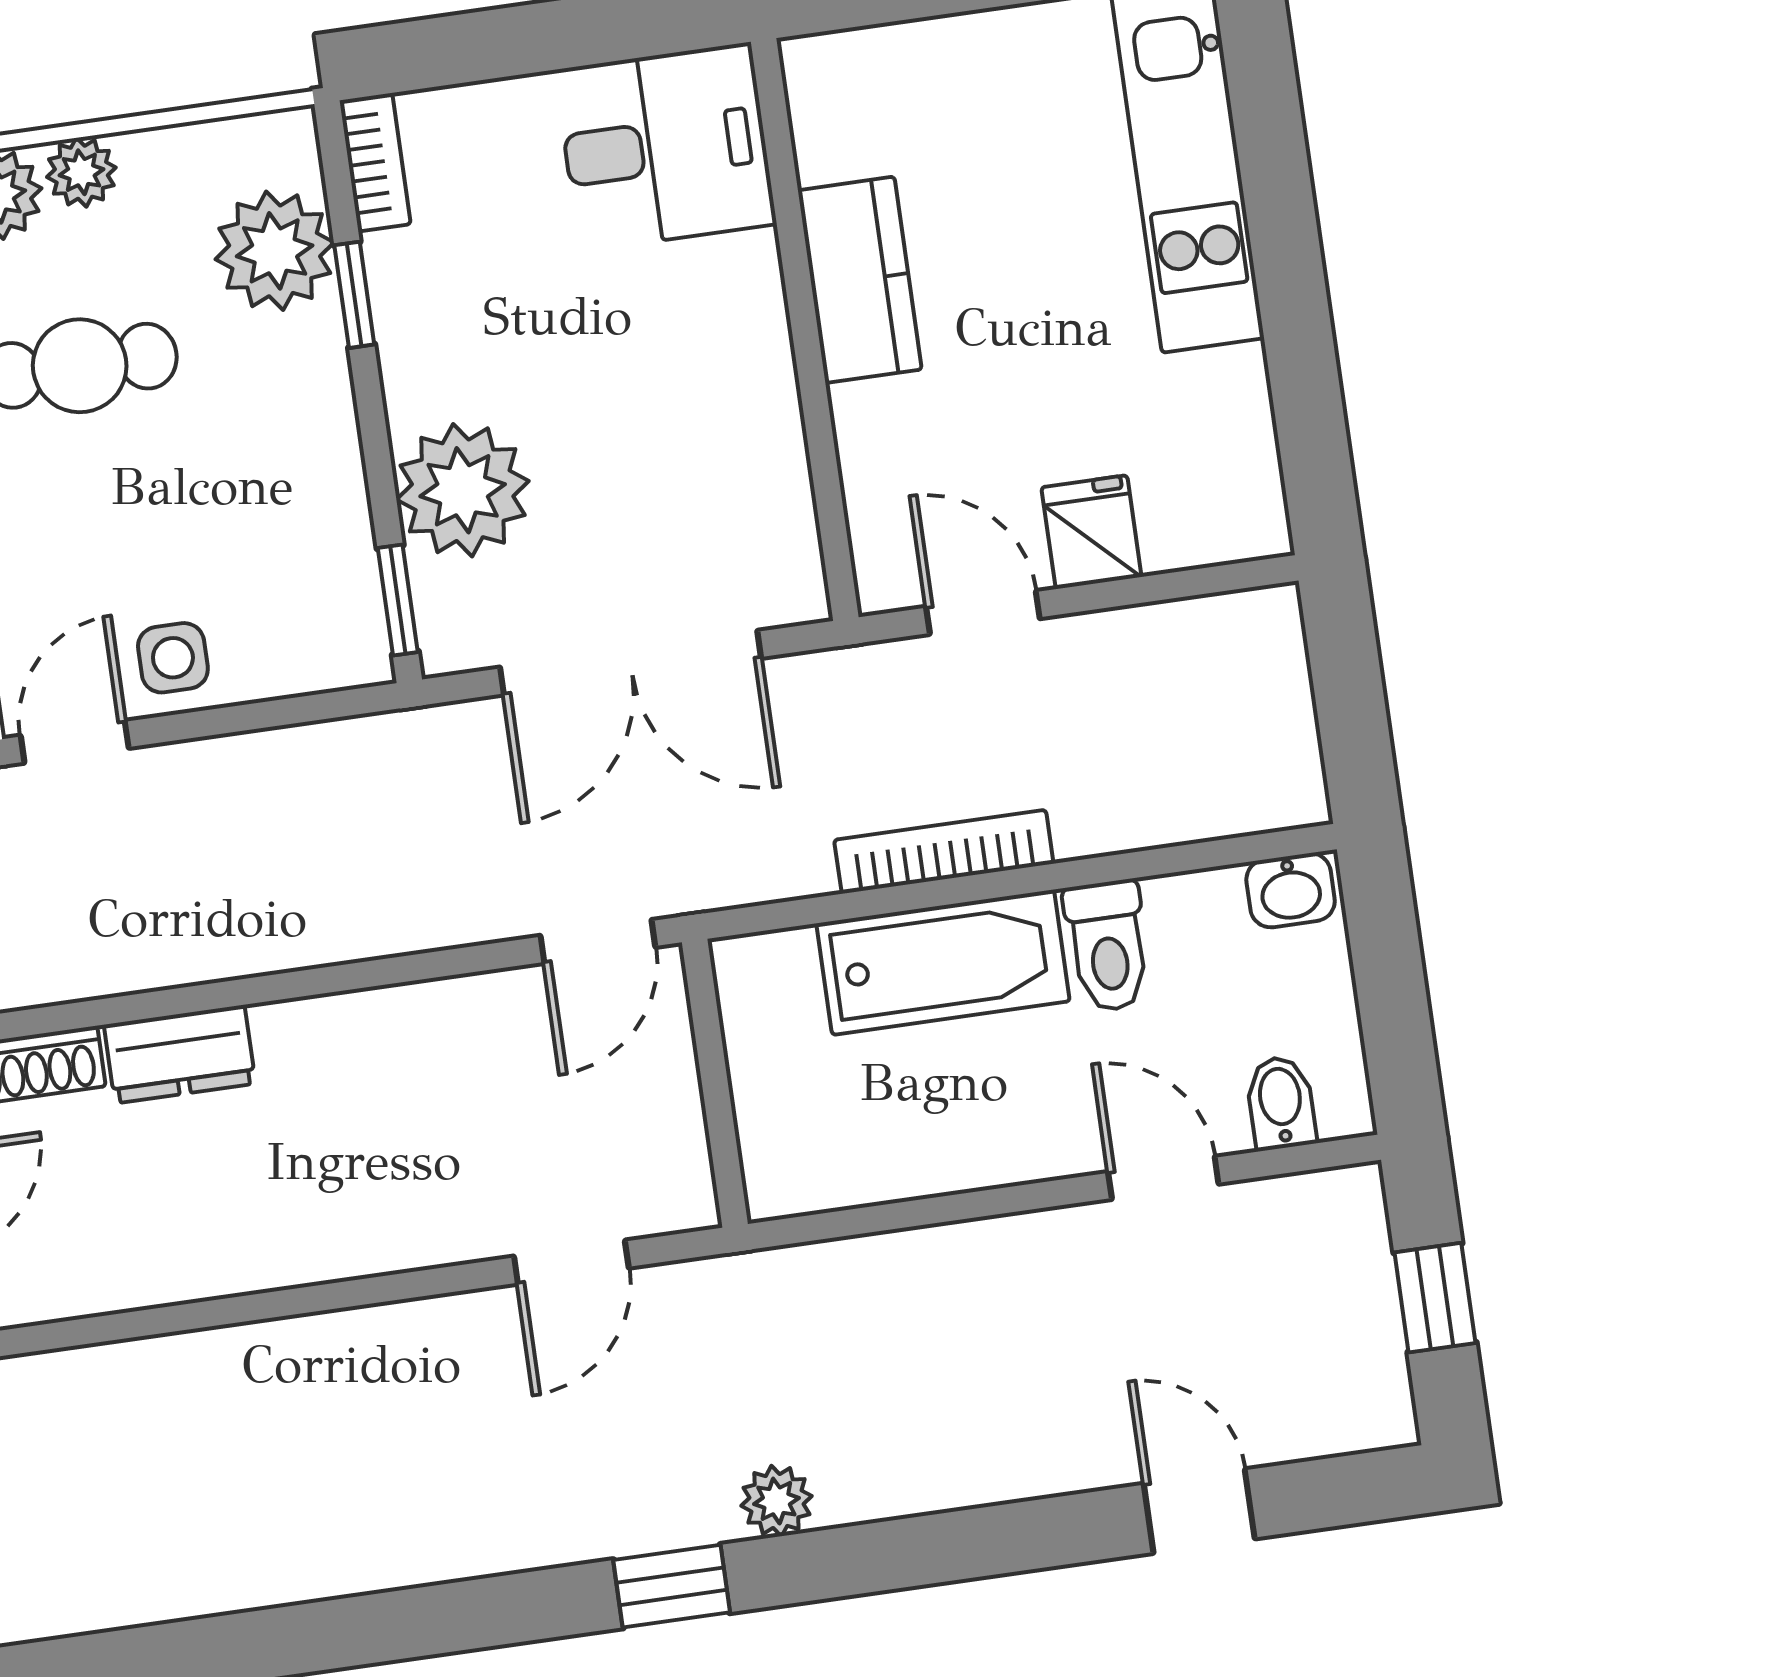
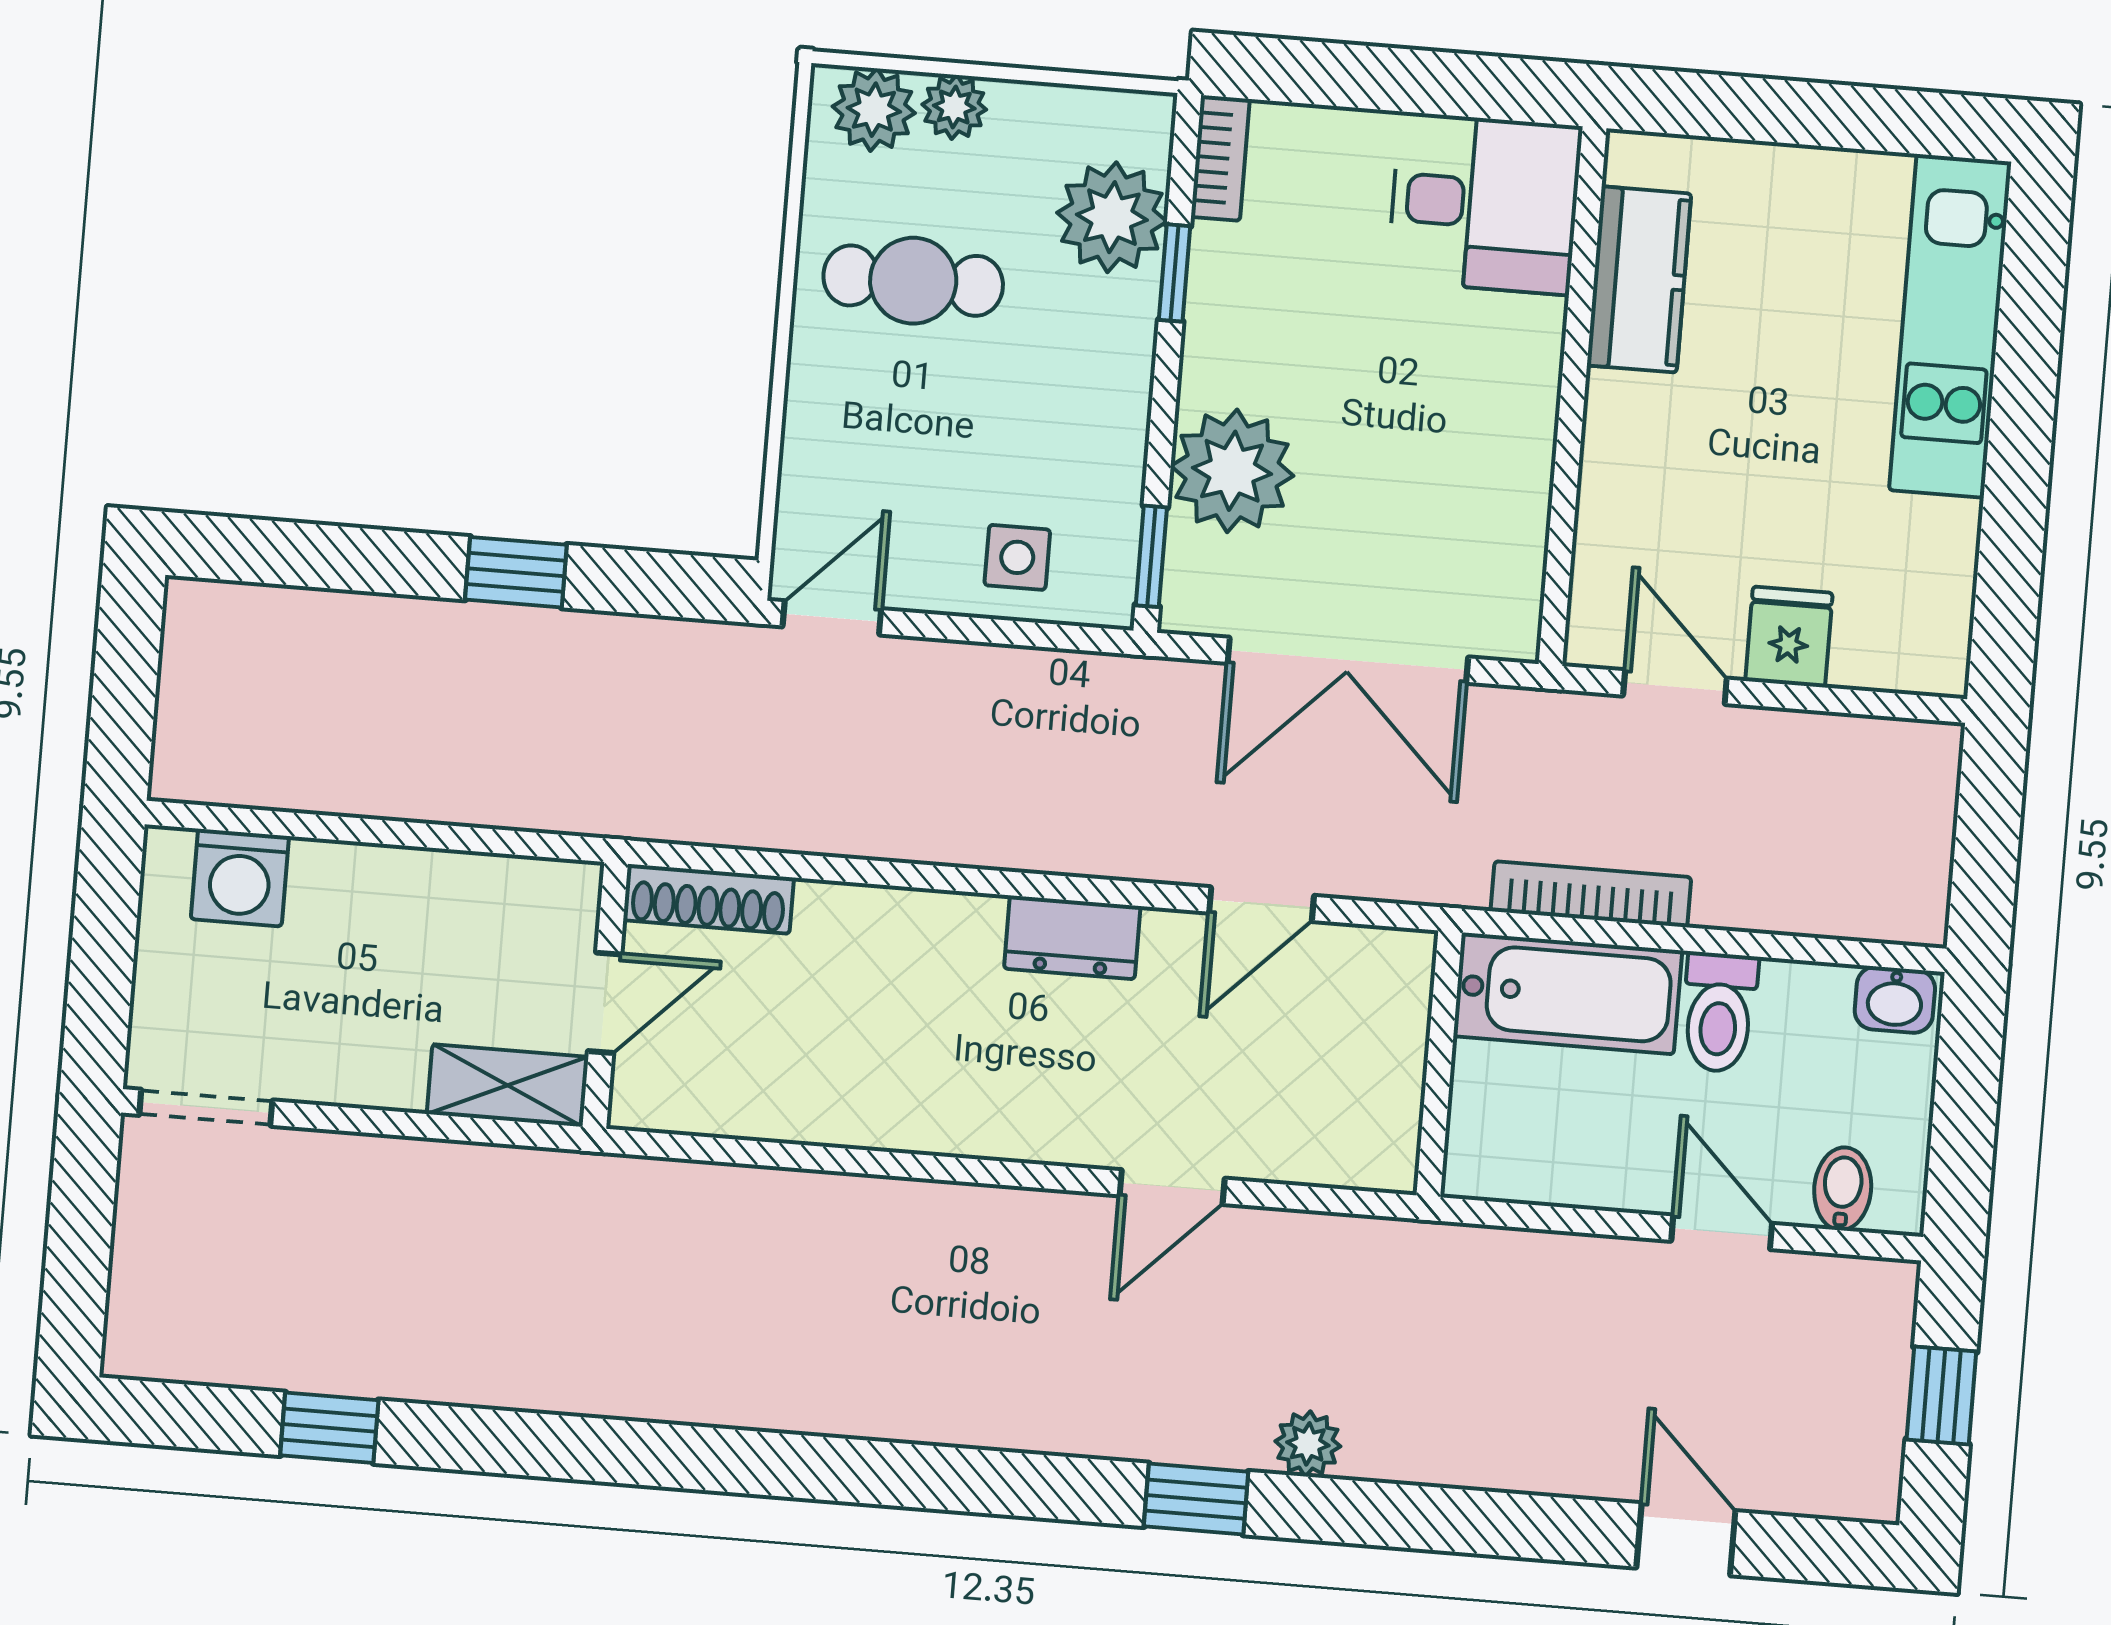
kitchen counter: (860, 280) -> (1639, 279), moved
side table: (173, 658) -> (1017, 557), moved
dresser: (180, 1054) -> (1072, 937), moved
wall: (715, 1083) -> (1439, 1064), moved

